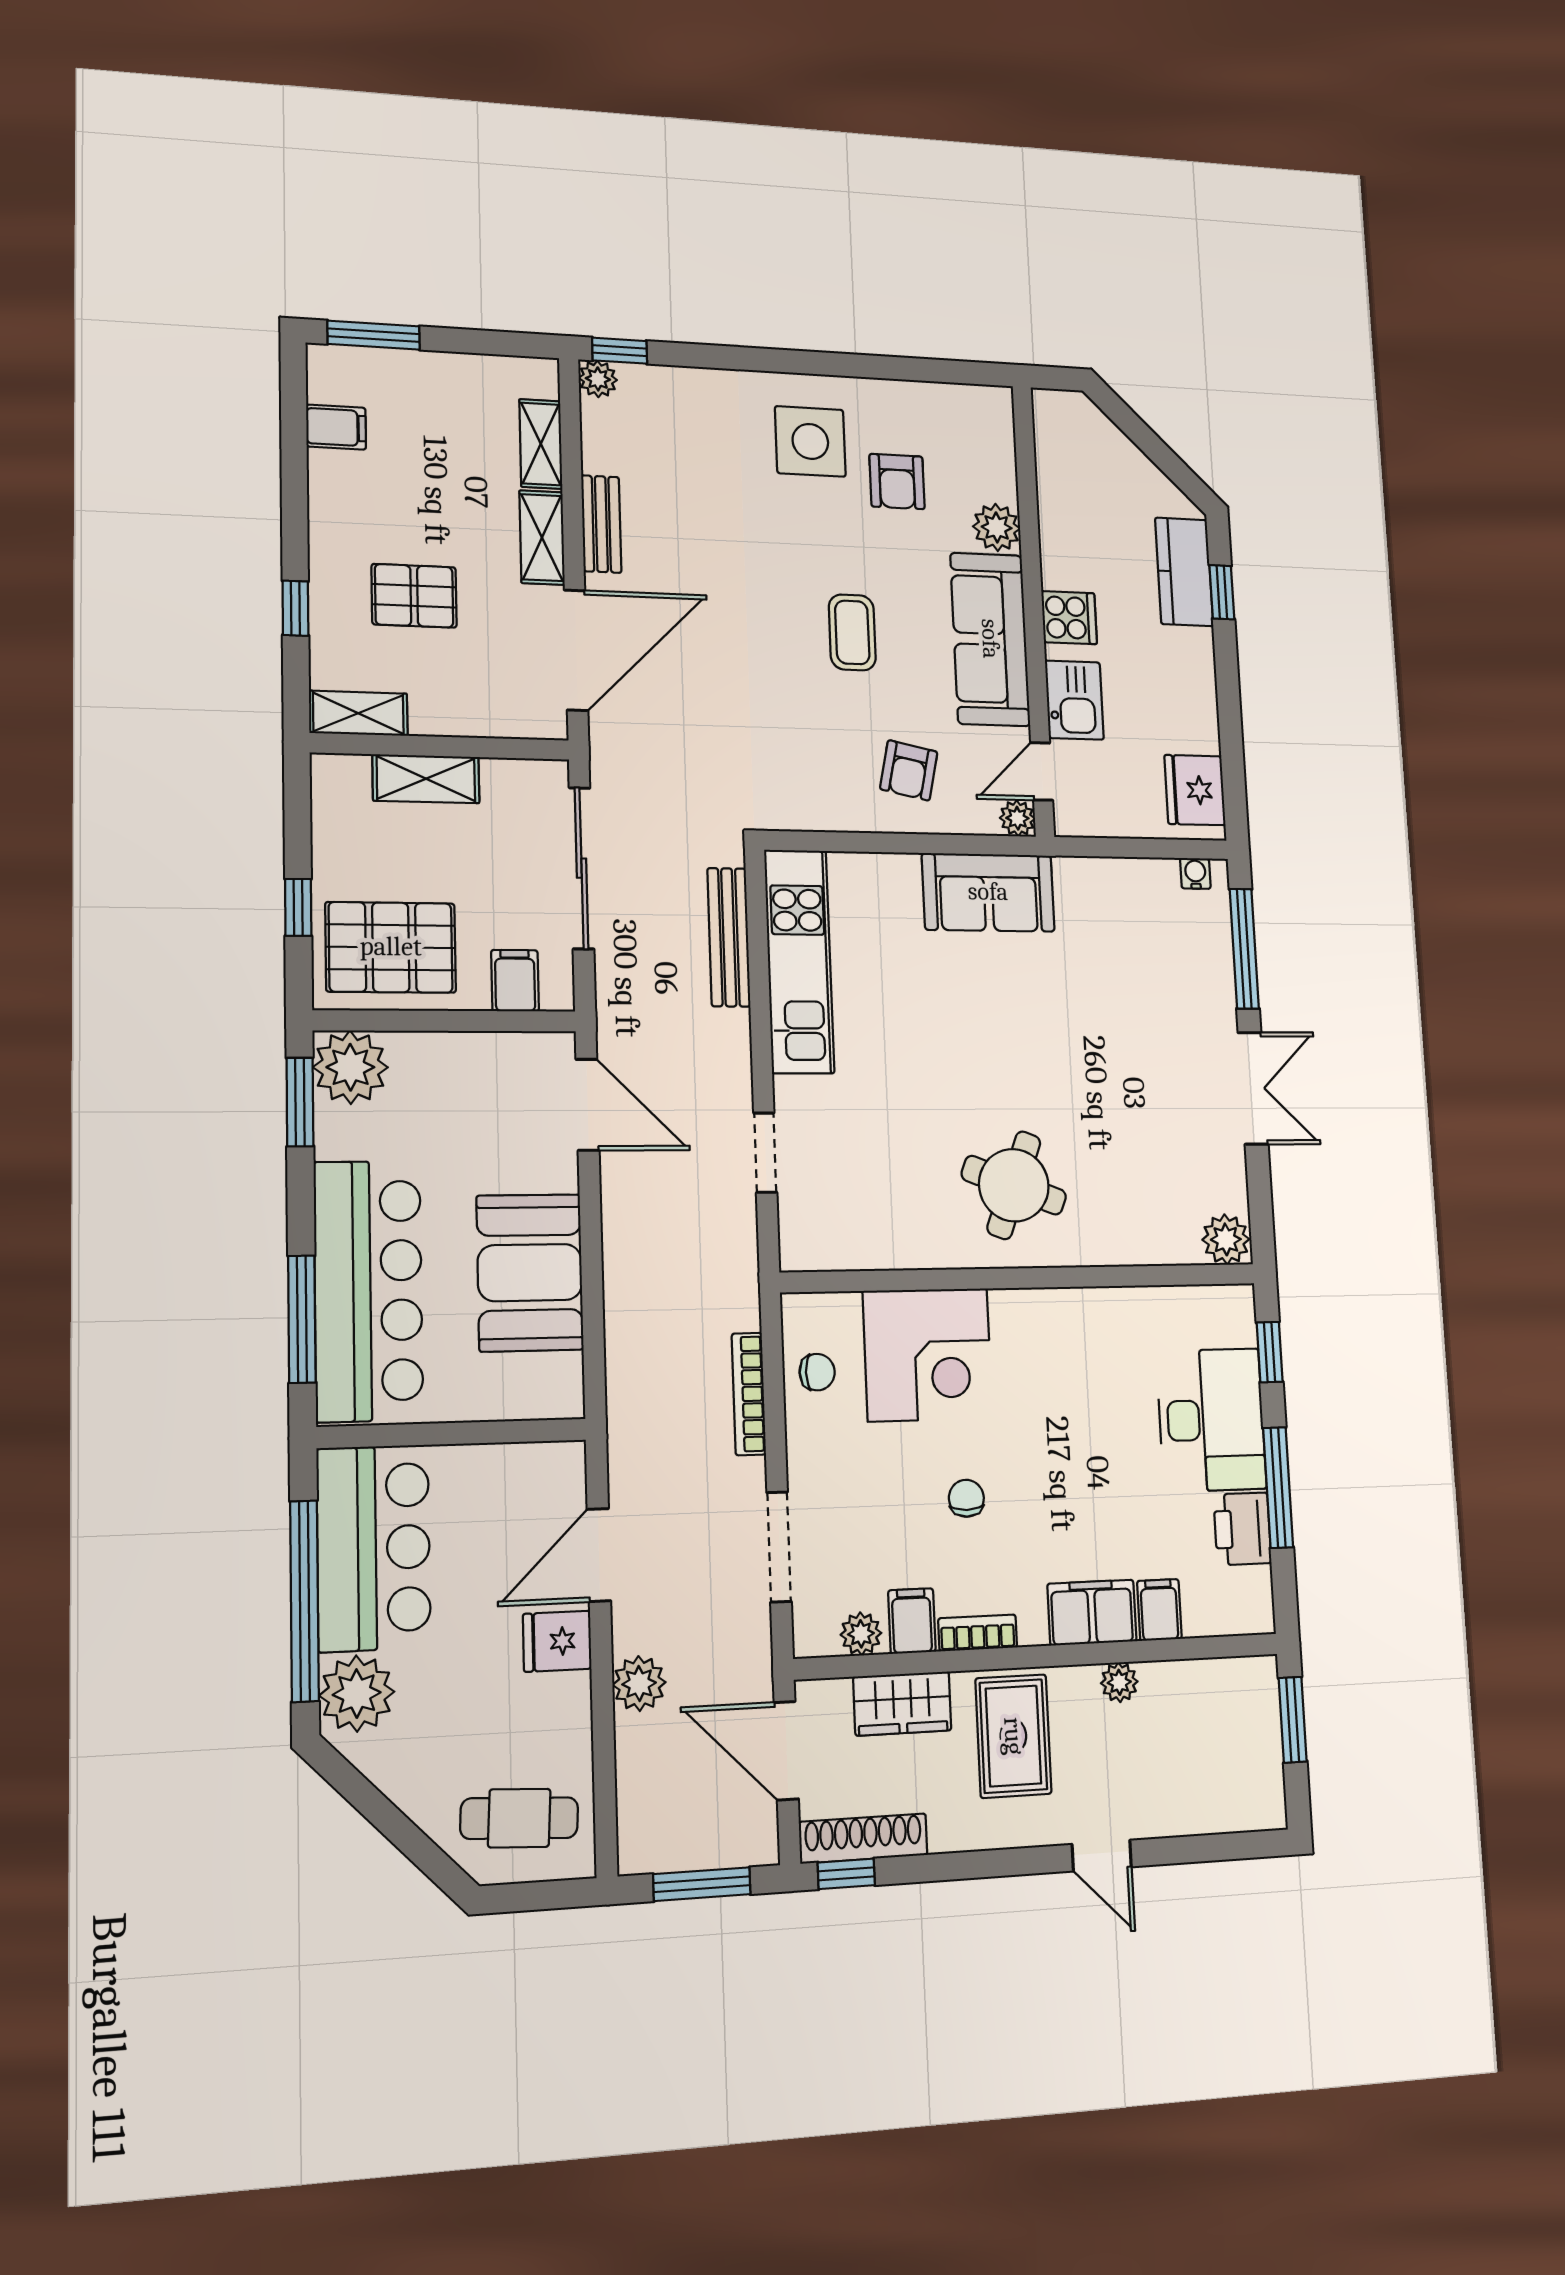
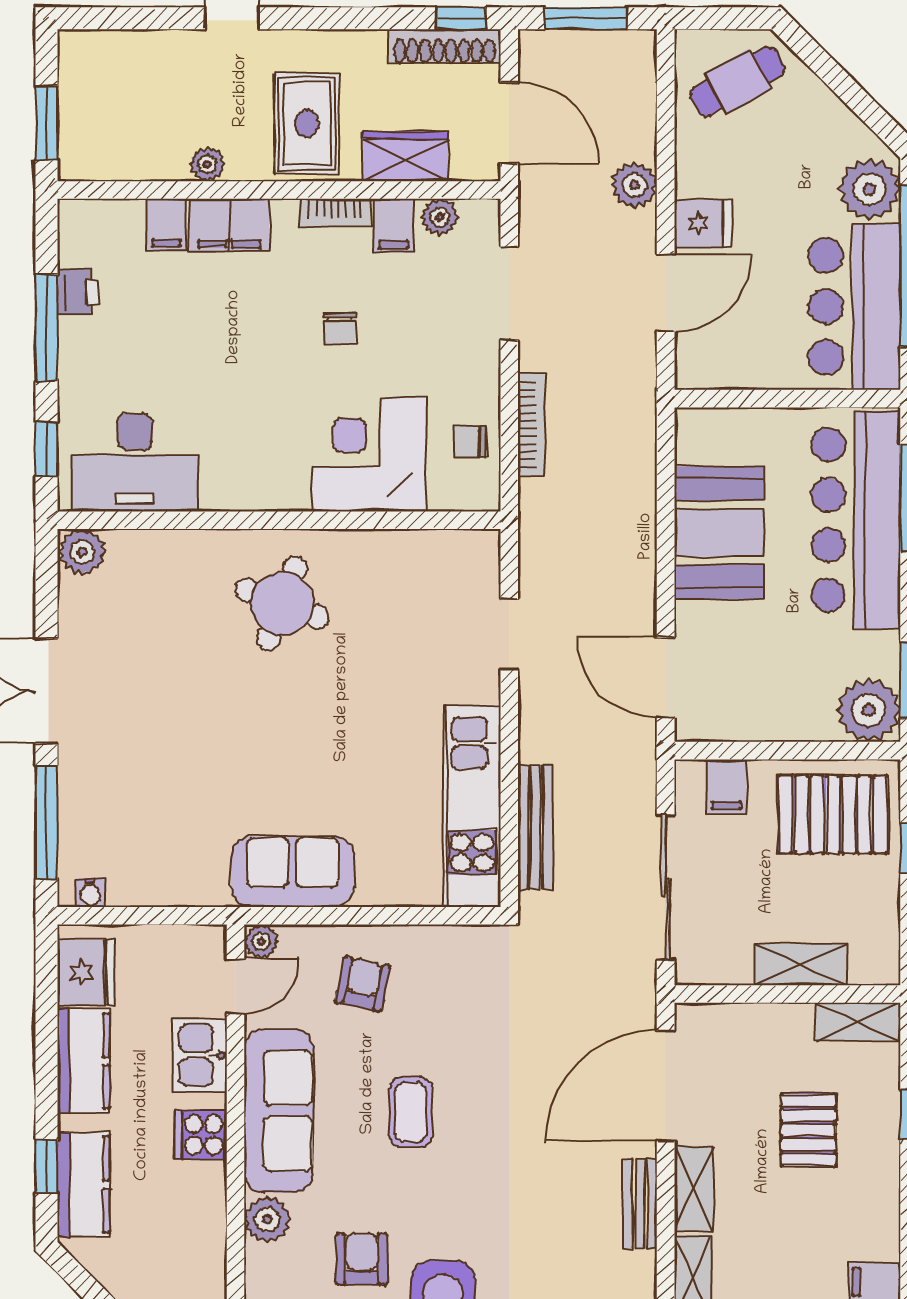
pallet: (414, 596) -> (808, 1130), turned 90
kitchen counter: (1192, 698) -> (83, 1061), added
desk: (1211, 1420) -> (135, 462), moved, turned -90
printer: (1242, 1529) -> (78, 292), width x0.73, depth x0.81
cafe table: (519, 1818) -> (738, 81), turned -32

